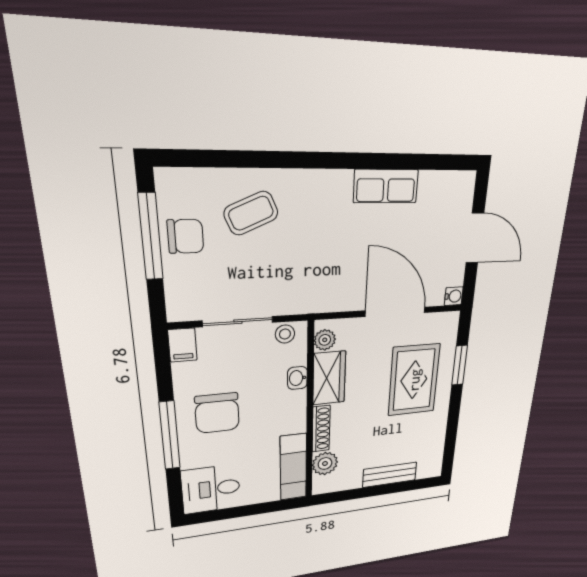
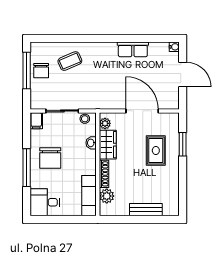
chair: (185, 236) -> (41, 71), turned 90
water cooler: (454, 296) -> (174, 47), moved
rug: (414, 380) -> (156, 150), width x0.73, depth x0.70

